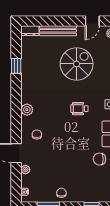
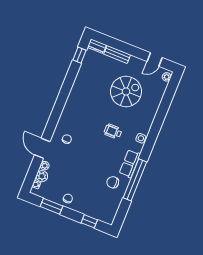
bench: (58, 31) -> (117, 54), width x0.73
window: (16, 66) -> (79, 55), moved
plant: (27, 110) -> (42, 176), moved

